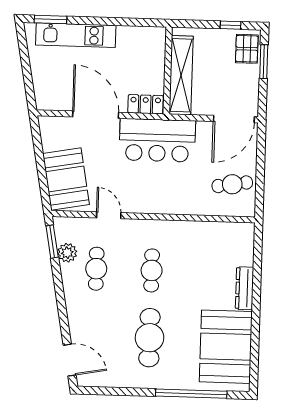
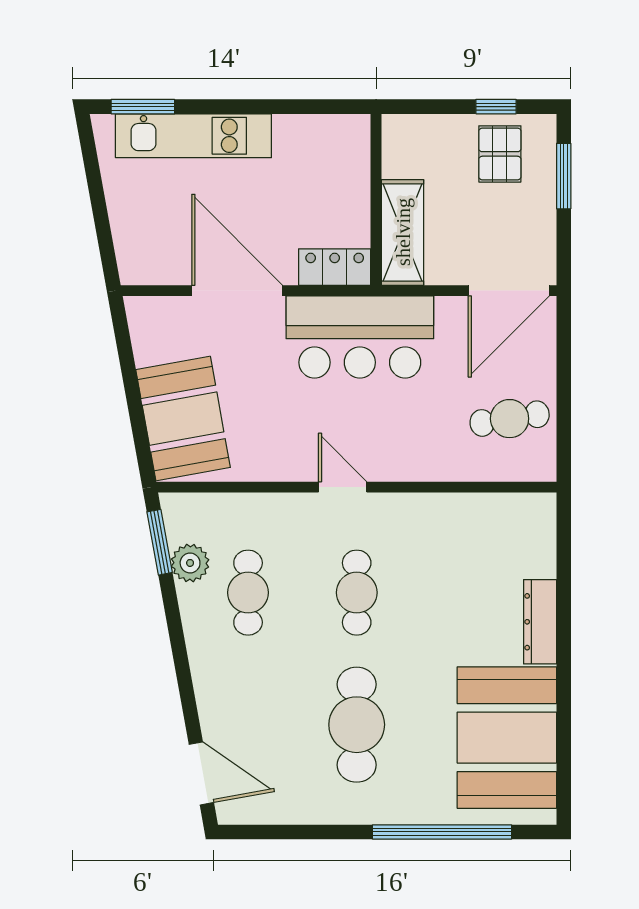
pallet: (247, 49) -> (500, 154), moved
shelving: (181, 75) -> (403, 232), width x0.68
door: (109, 215) -> (343, 487), moved

